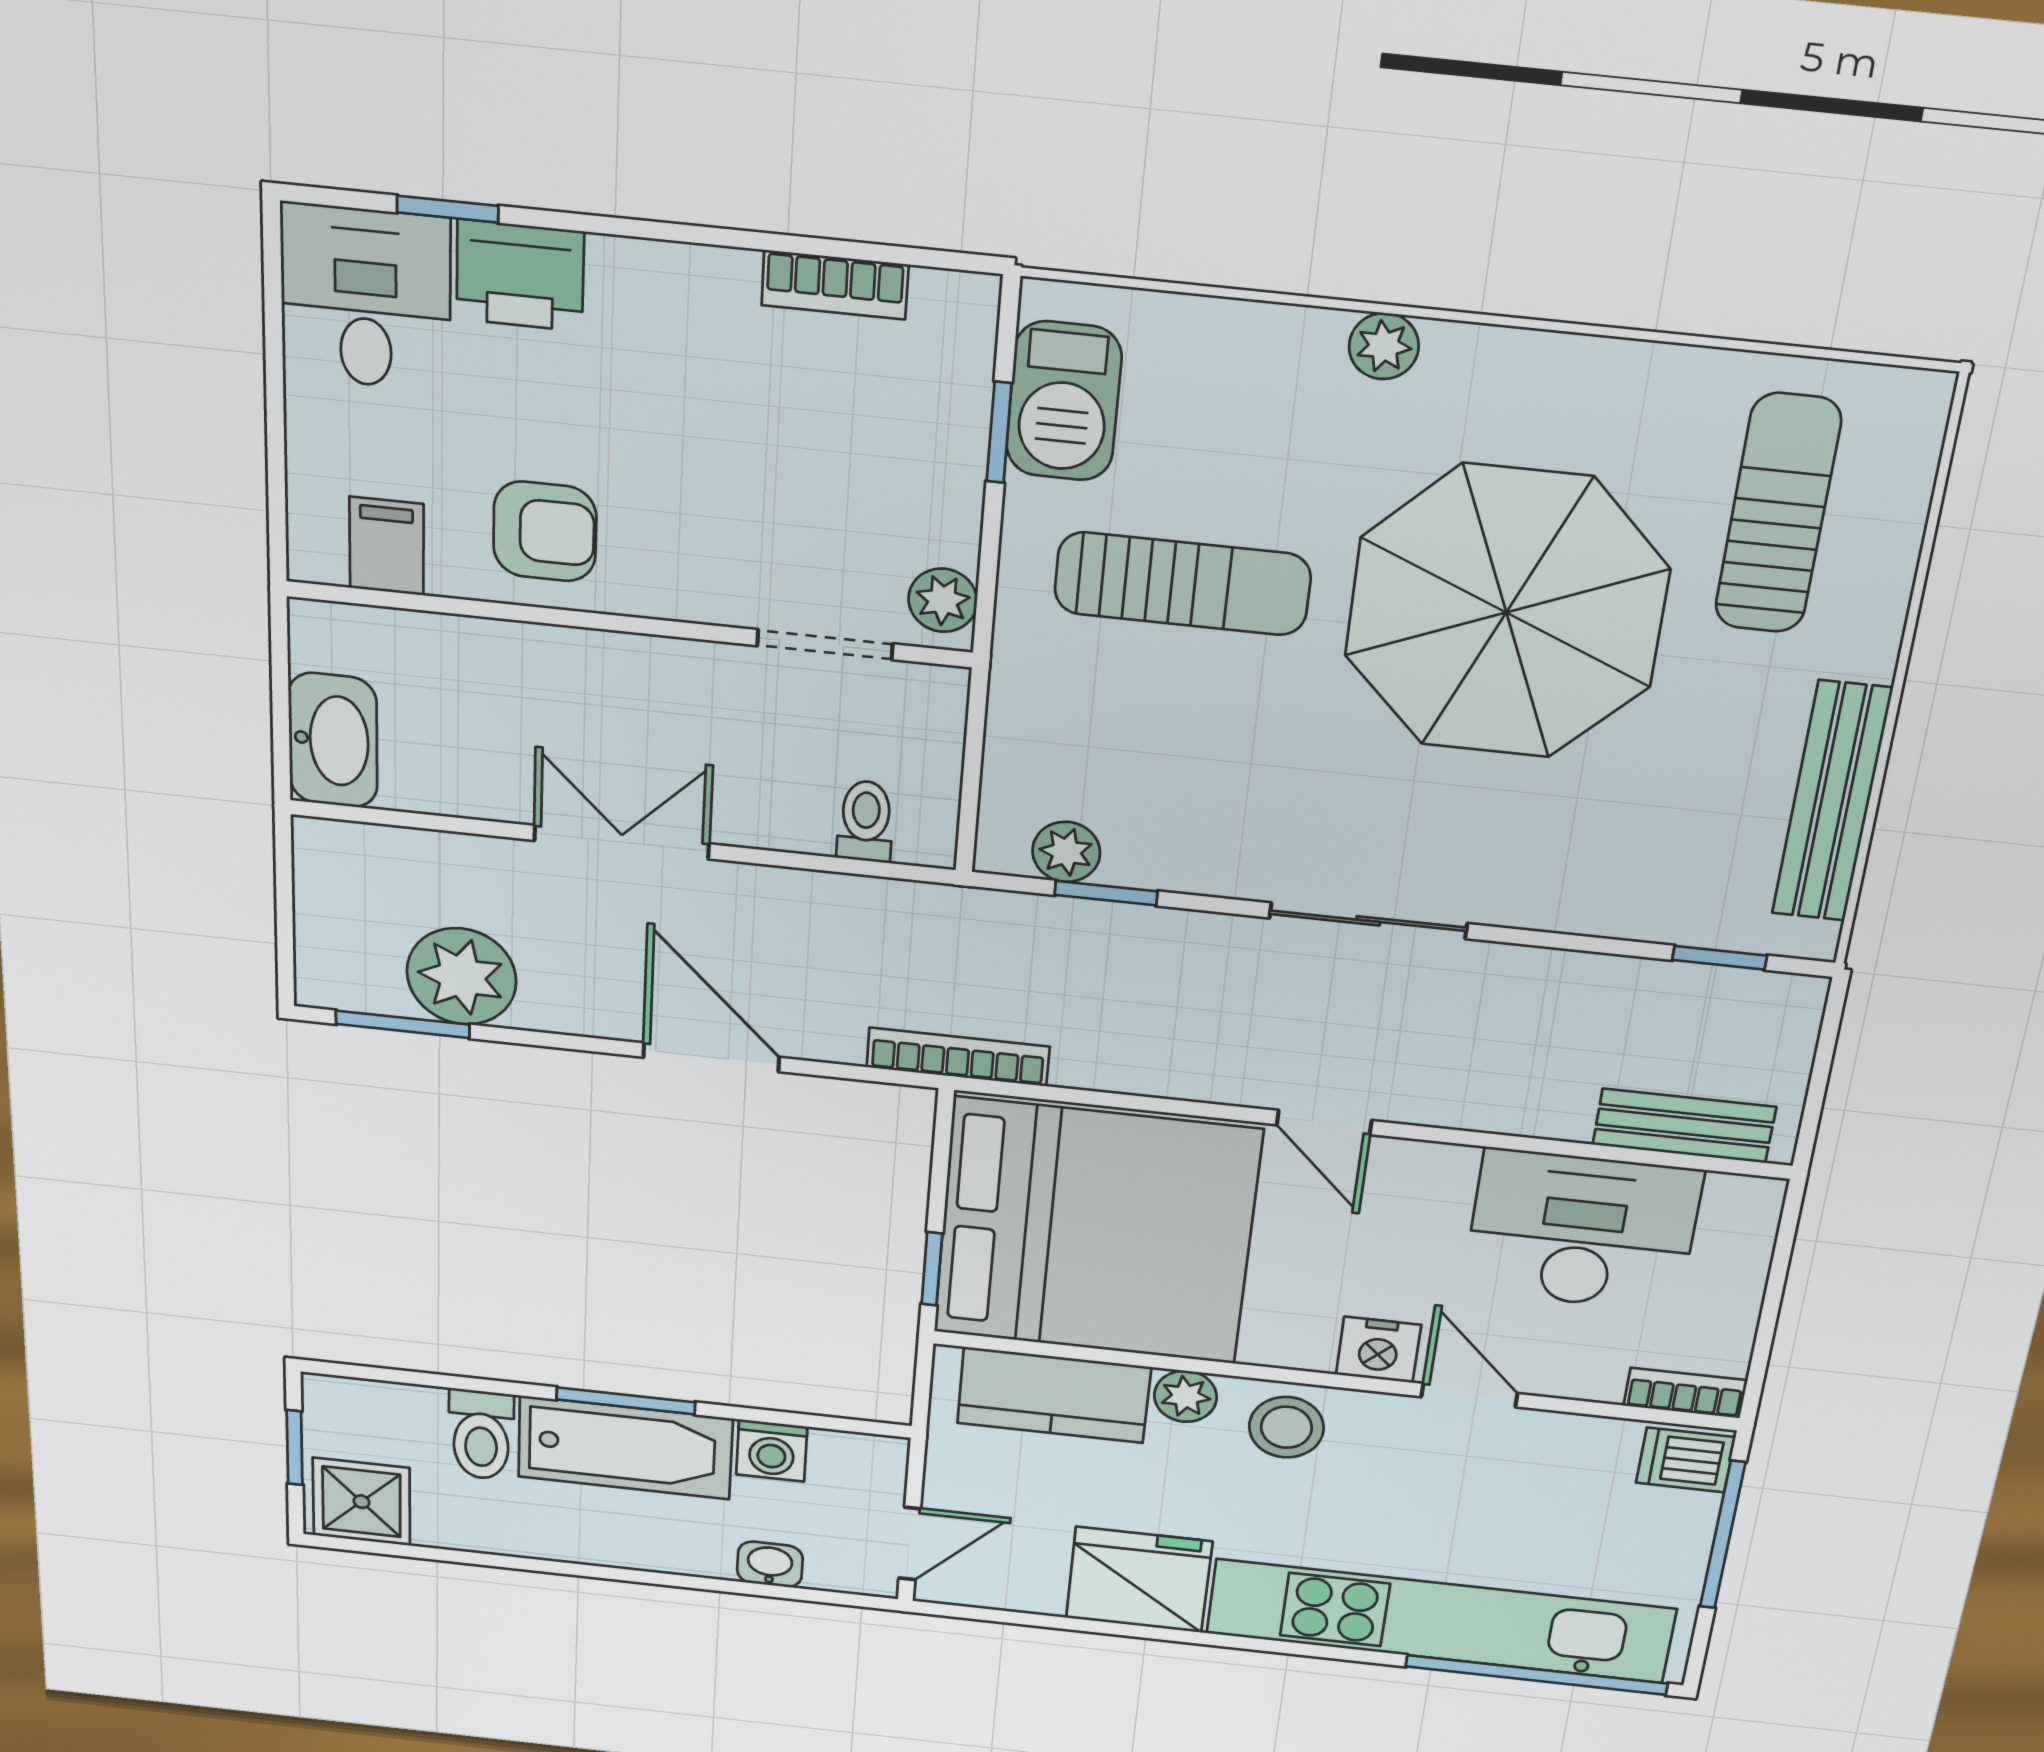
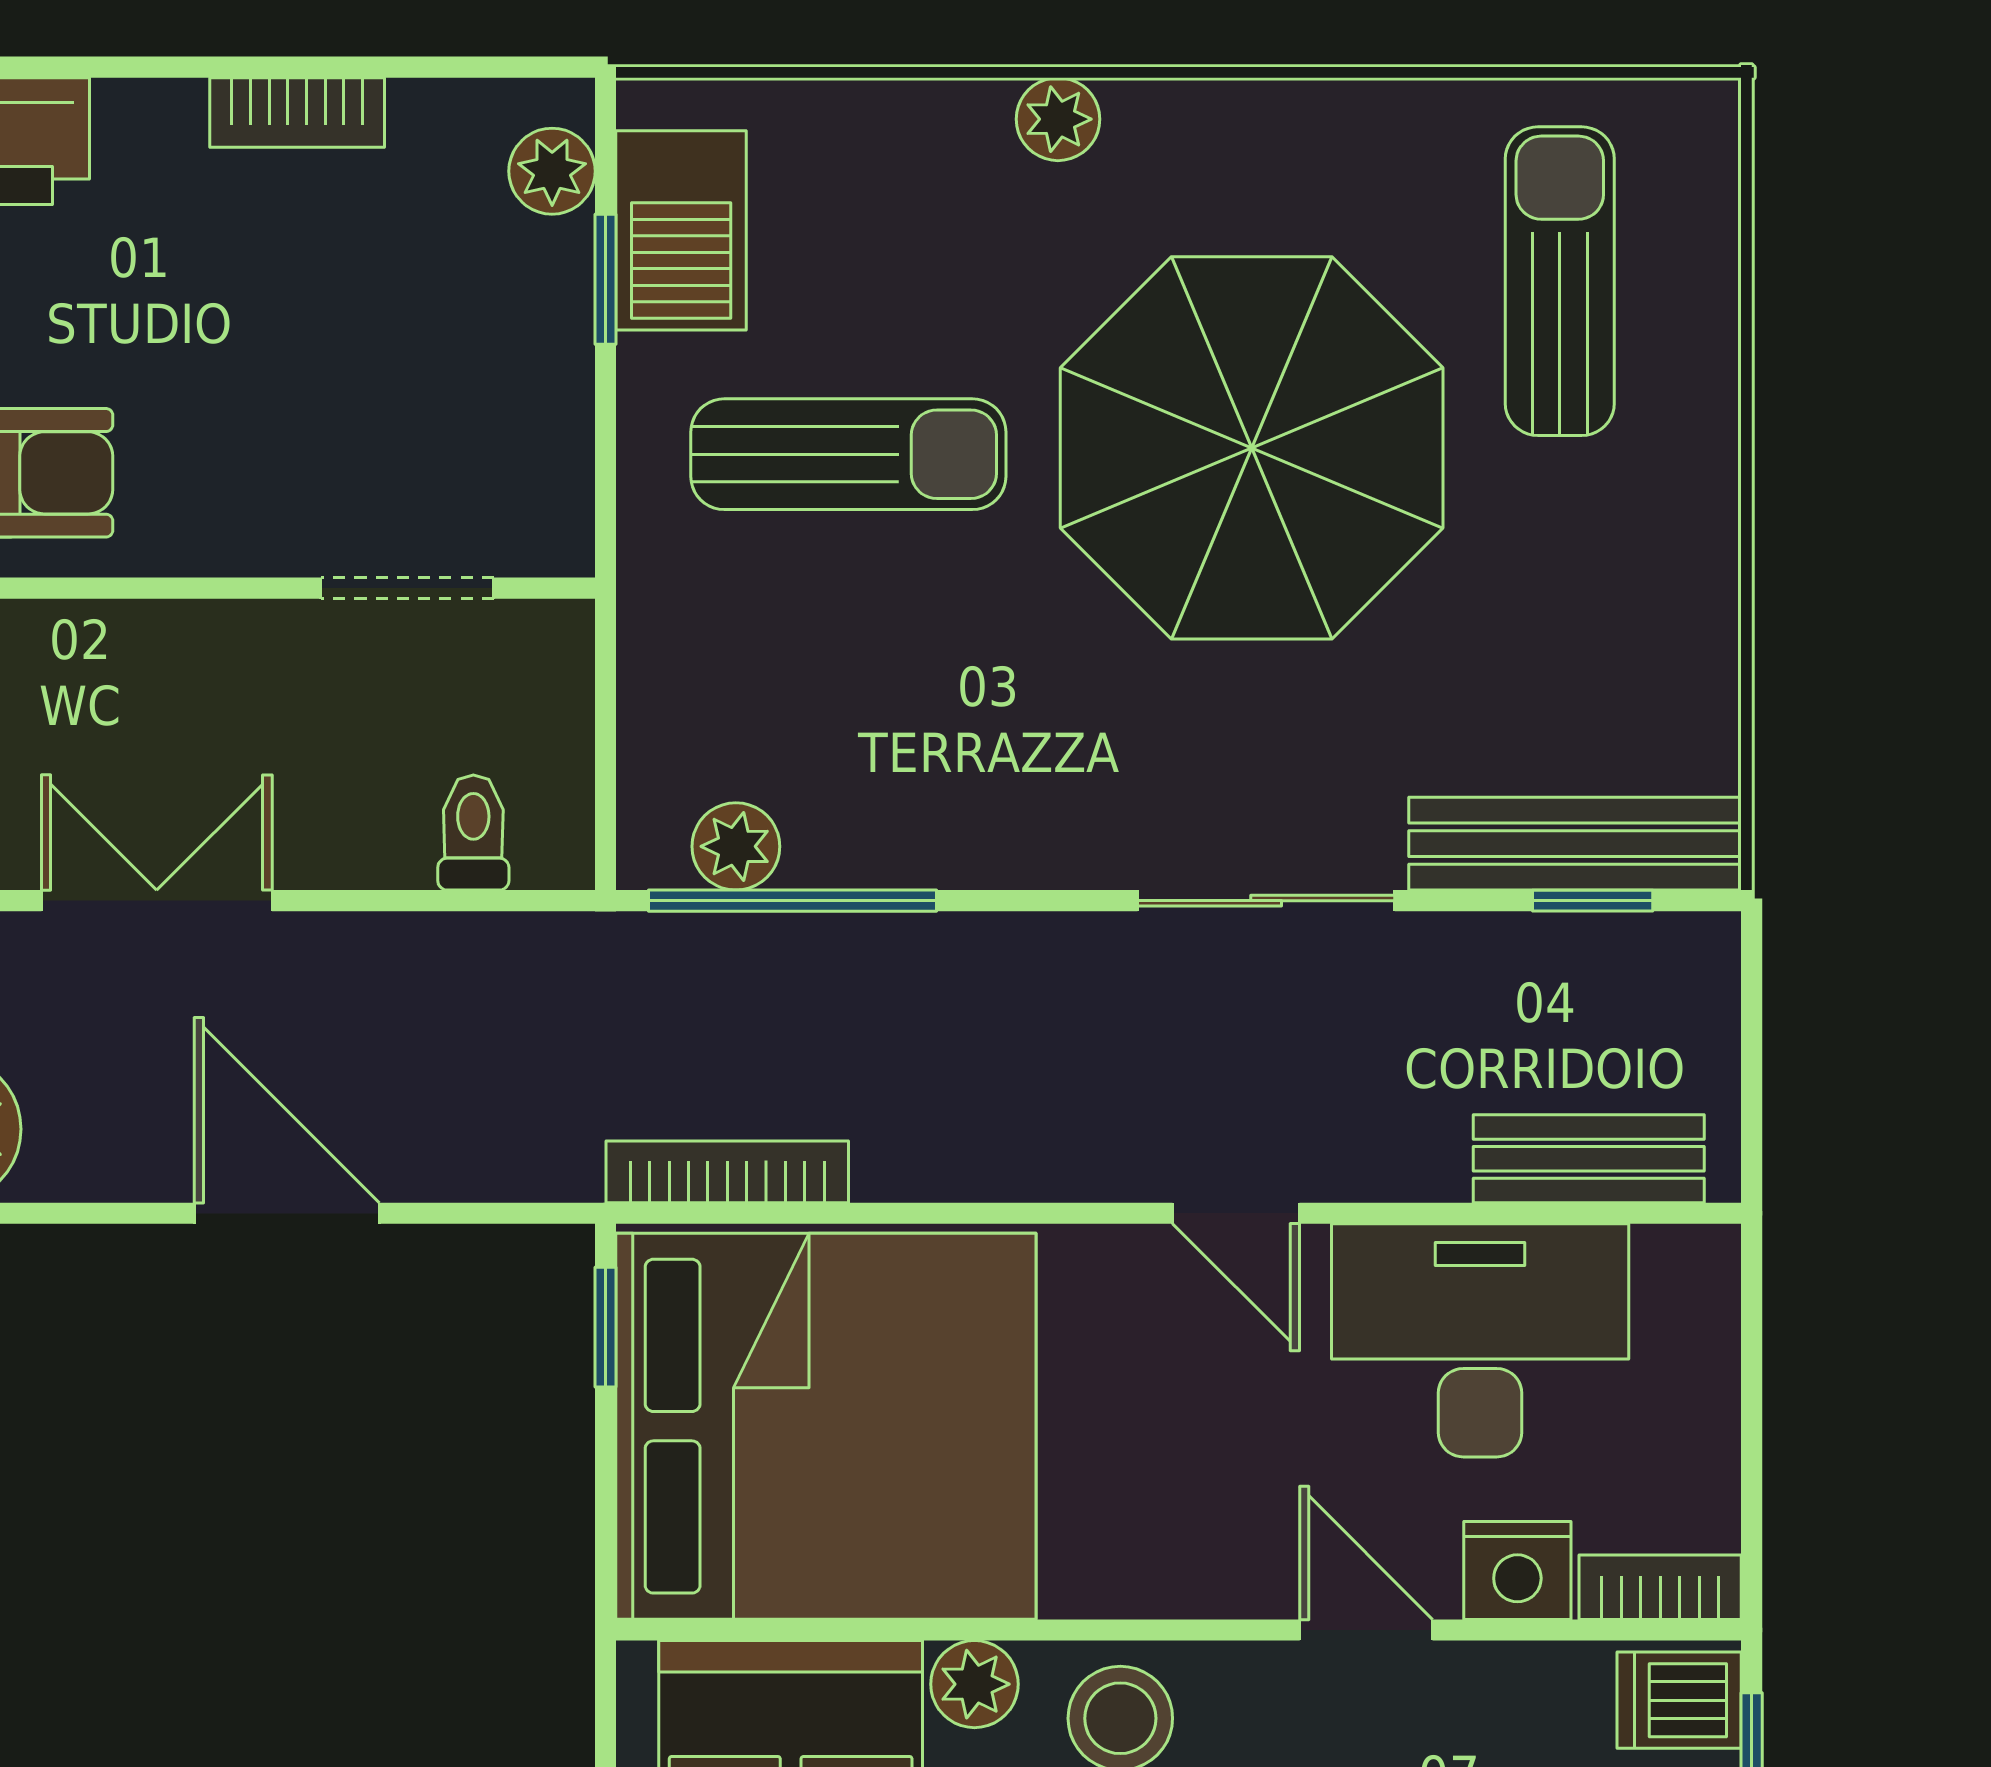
bookcase: (835, 285) -> (297, 112), moved
plant: (943, 600) -> (552, 171), moved
bench: (1832, 802) -> (1575, 844), moved, turned 90
window: (1106, 893) -> (793, 901), width x2.17
sliding door: (1368, 921) -> (1266, 901), moved
bookcase: (958, 1057) -> (727, 1172), moved
door: (1324, 1123) -> (1236, 1213), moved
window: (932, 1269) -> (606, 1327), moved
nightstand: (1378, 1350) -> (1517, 1570), moved

